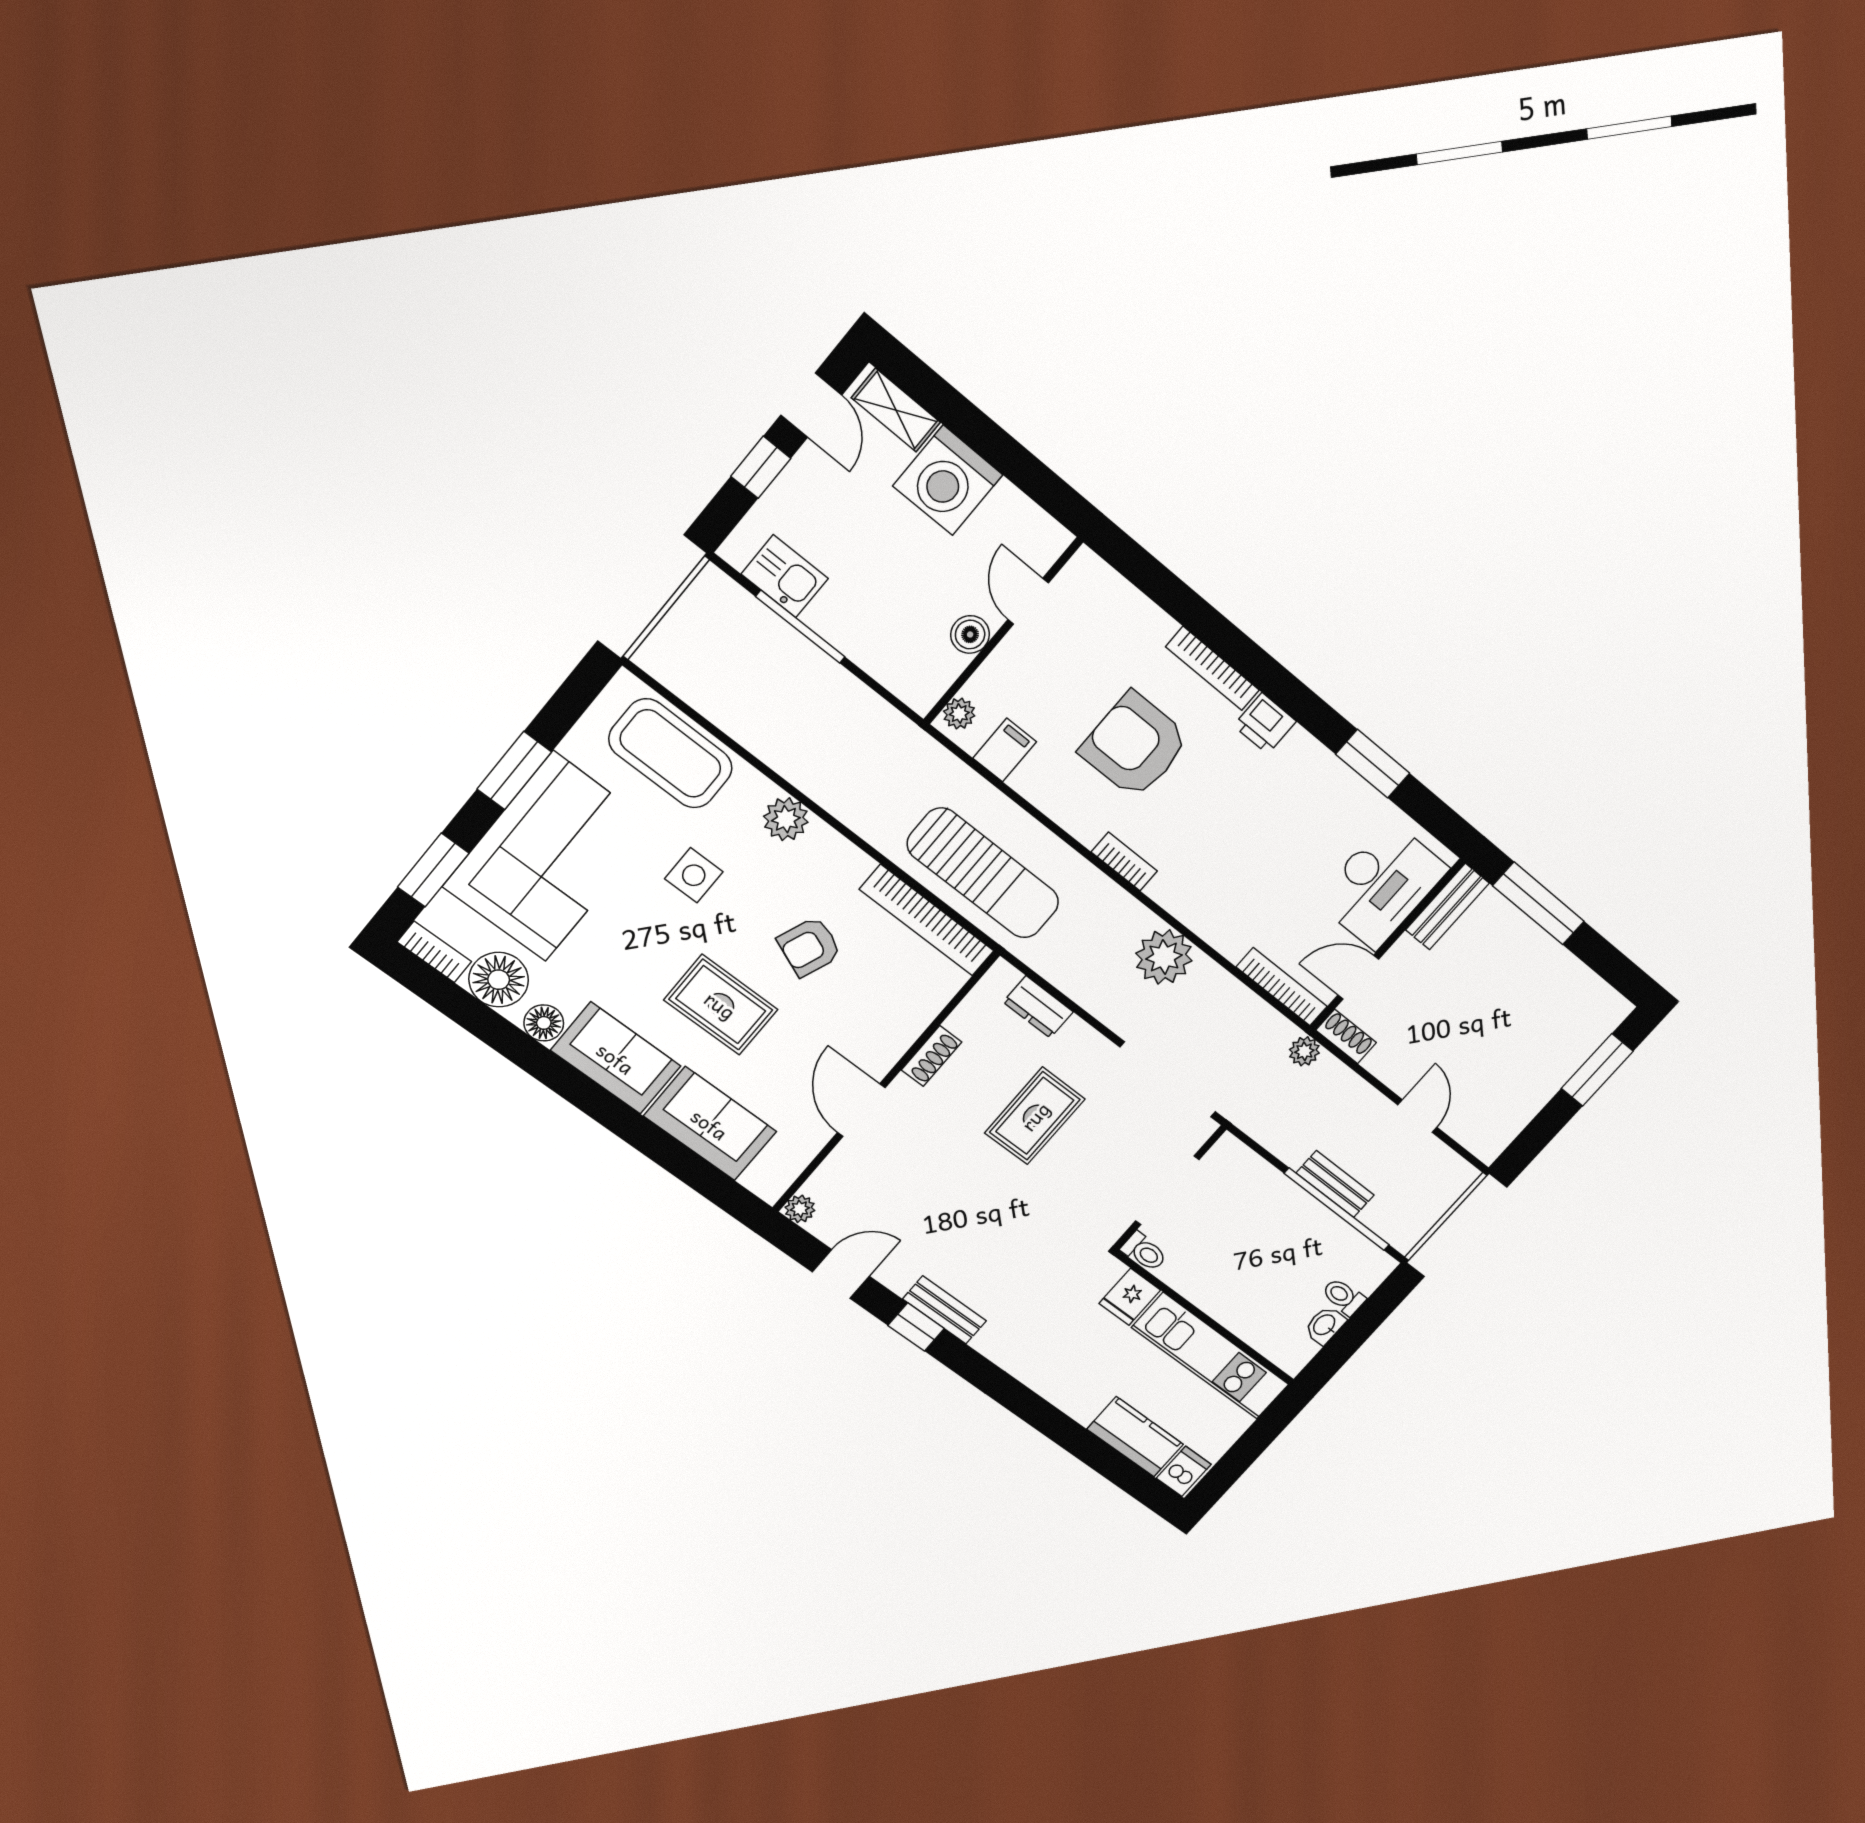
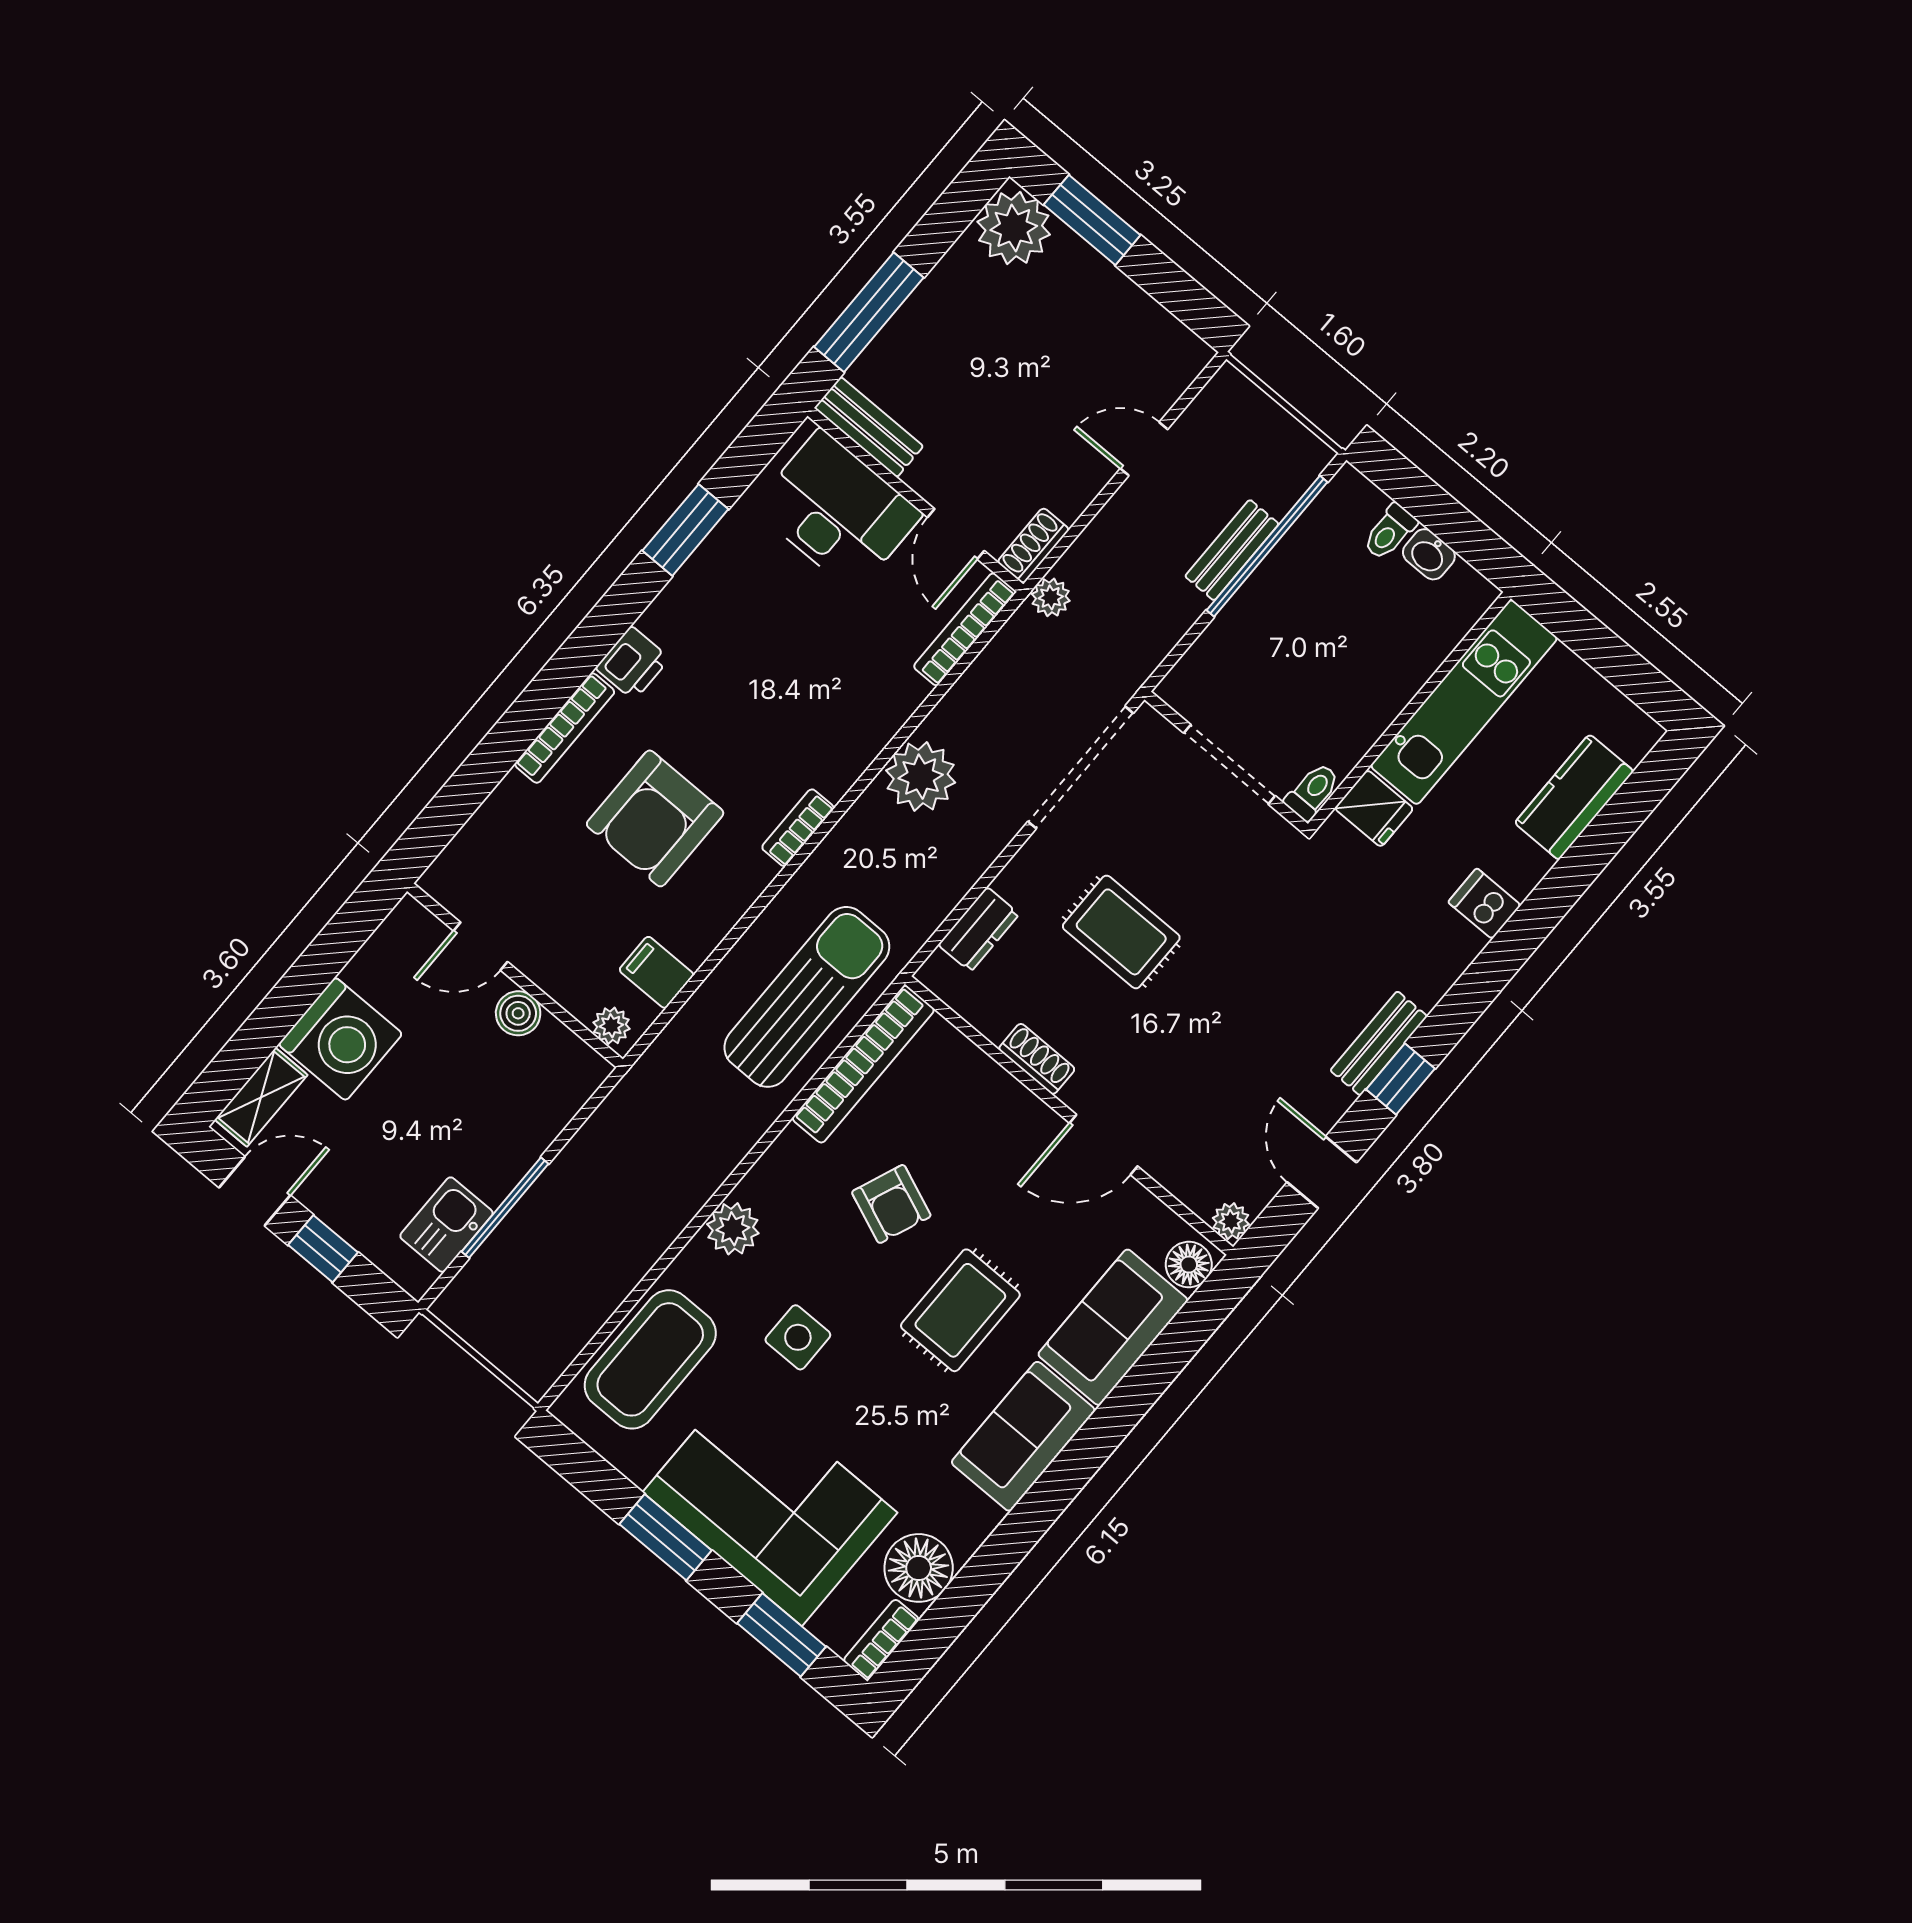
plant: (1596, 1012) -> (1014, 228), added
floor lamp: (544, 1023) -> (1189, 1265), moved
dishwasher: (1184, 1471) -> (1484, 904), moved

